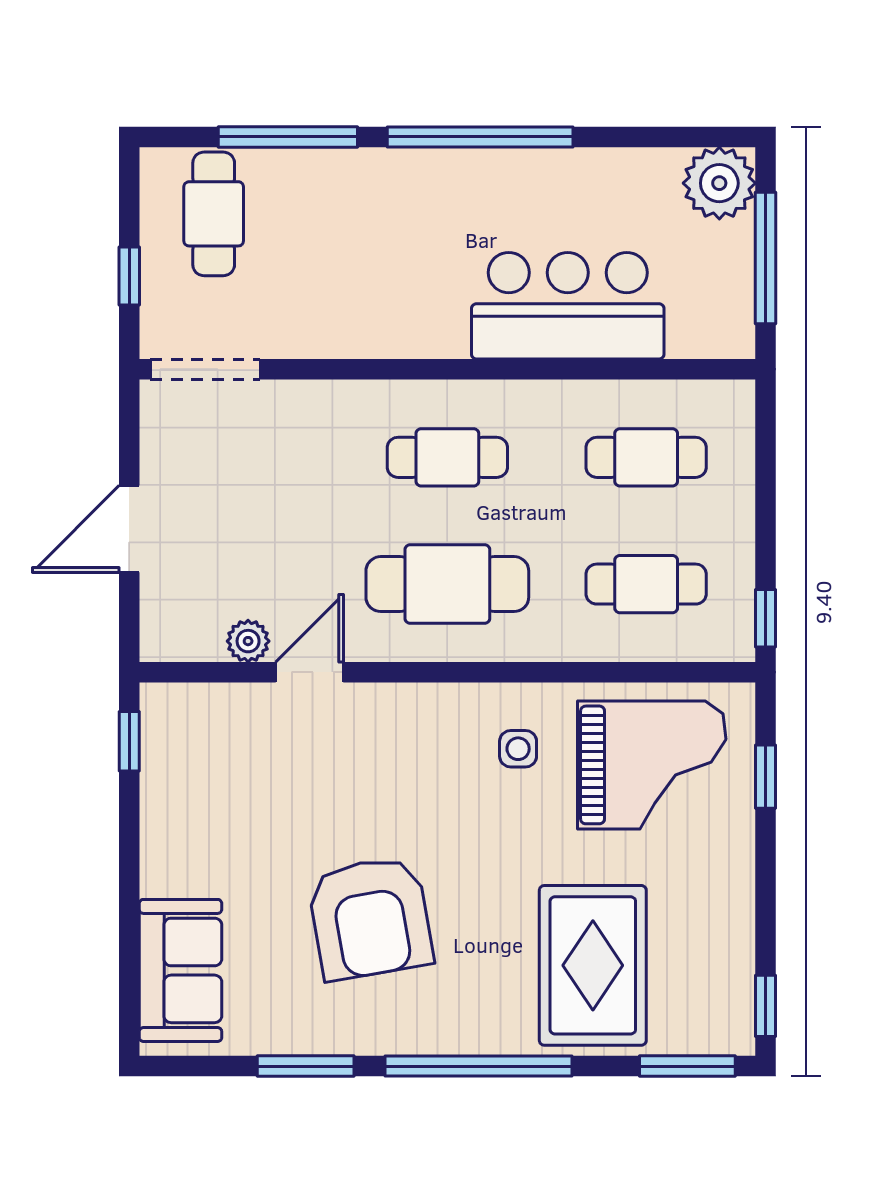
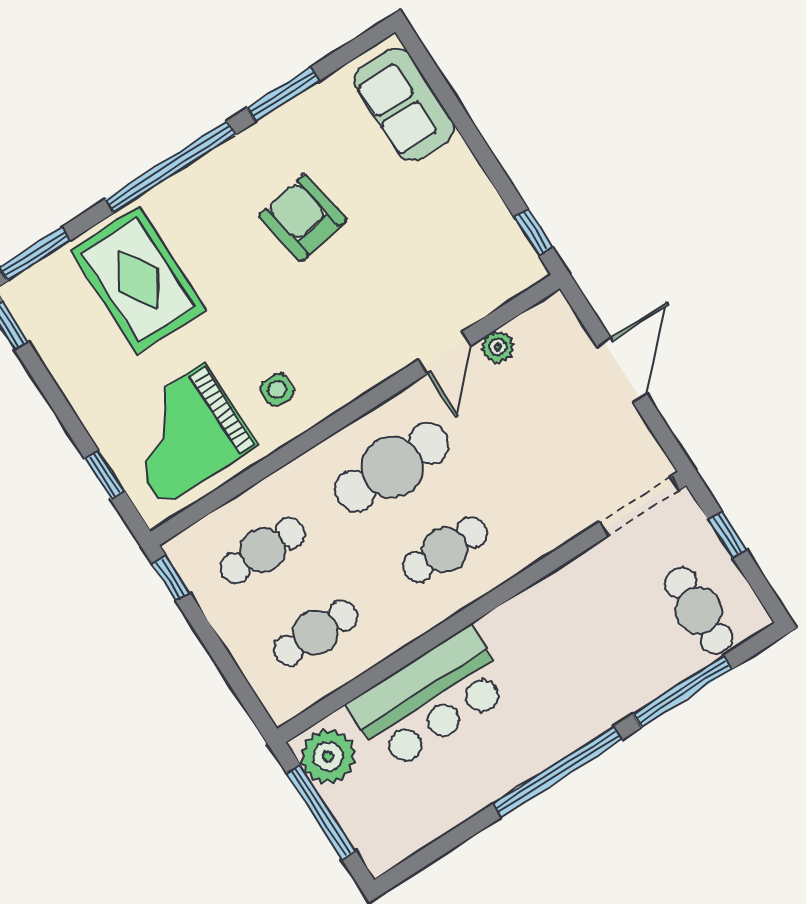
plant: (719, 183) -> (328, 757), moved
armchair: (370, 918) -> (303, 218), width x0.73, depth x0.73

